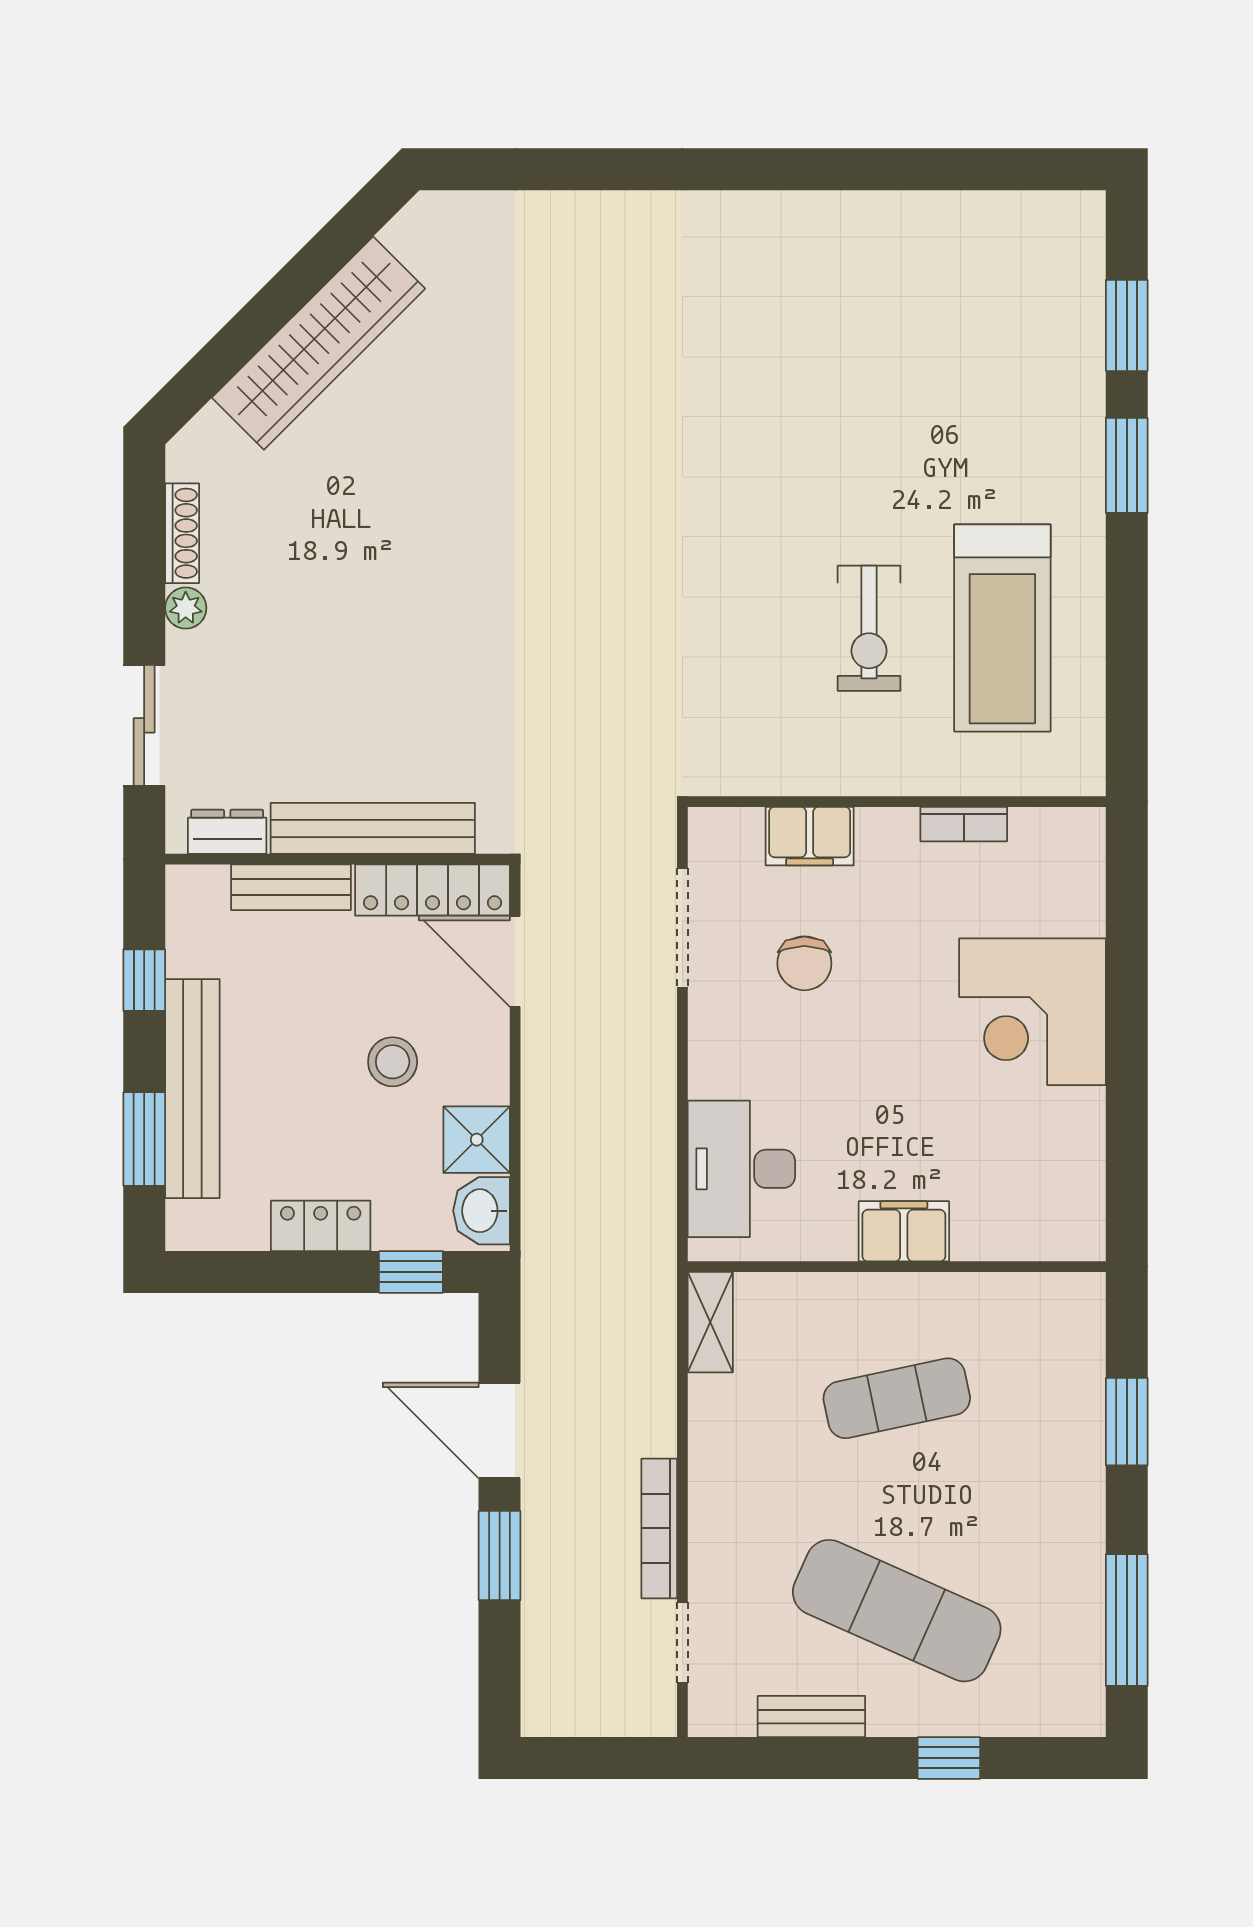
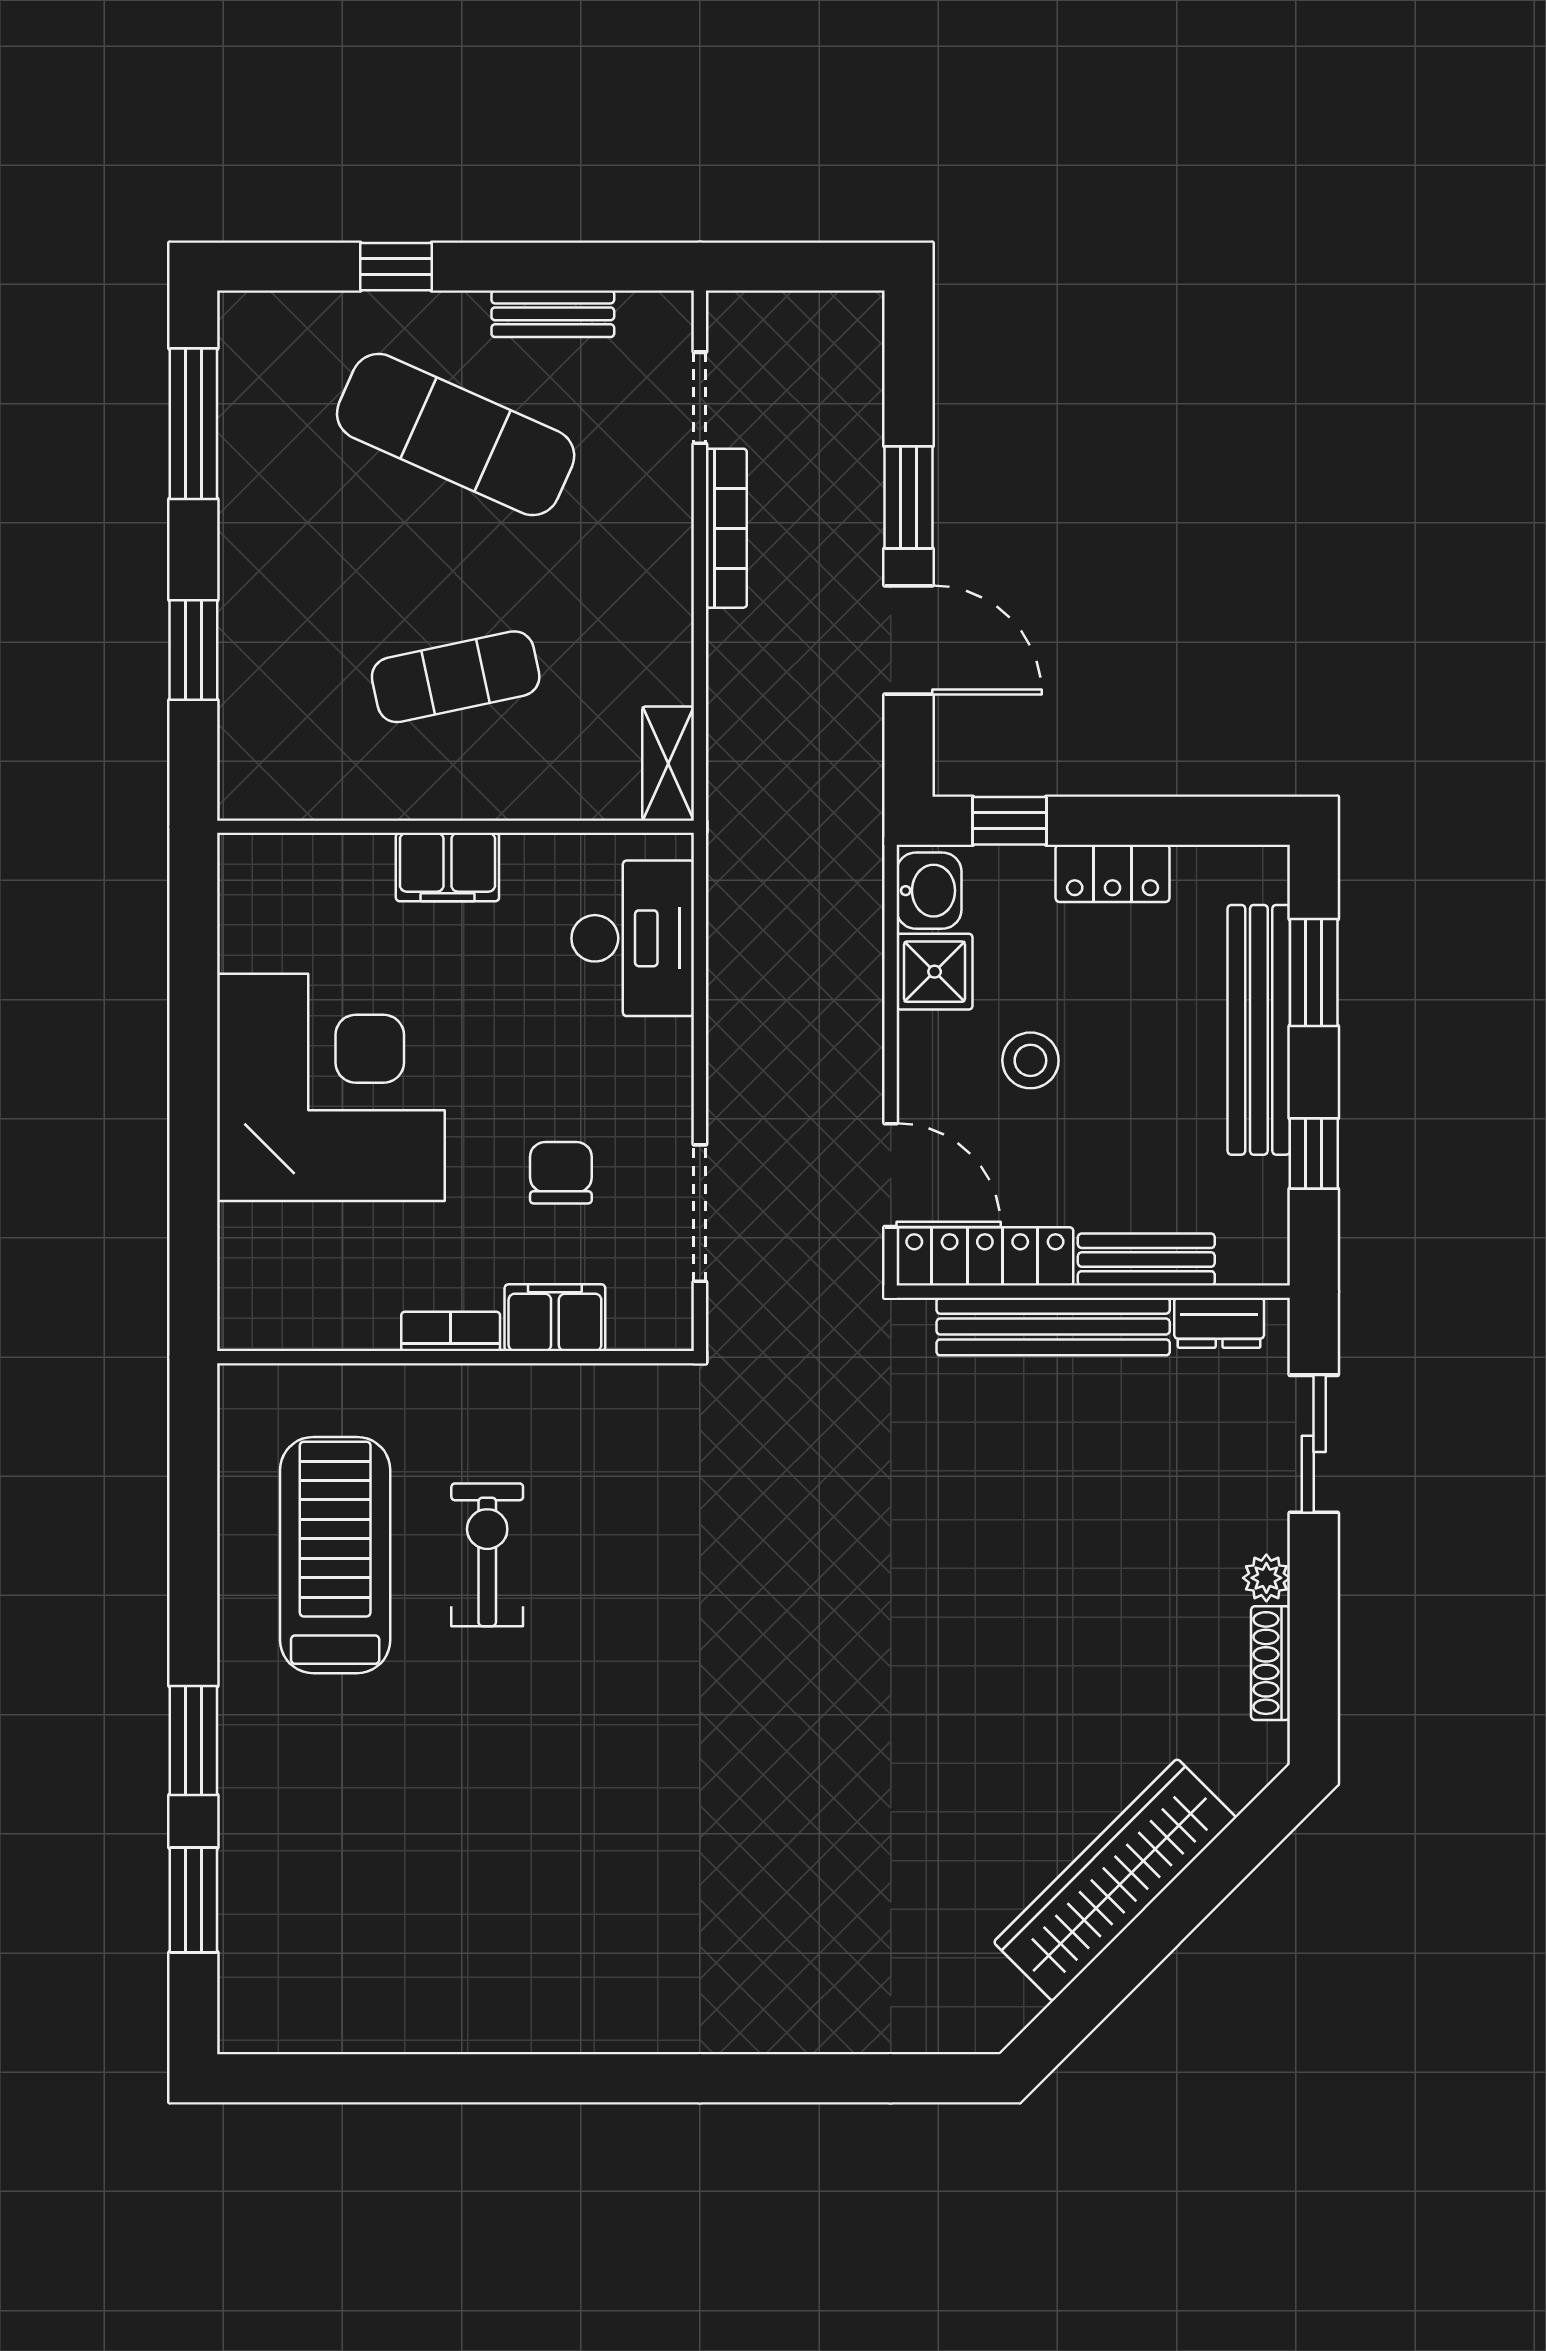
bookcase: (964, 824) -> (451, 1331), moved
corner desk: (1032, 1012) -> (331, 1087), width x1.36, depth x1.36

